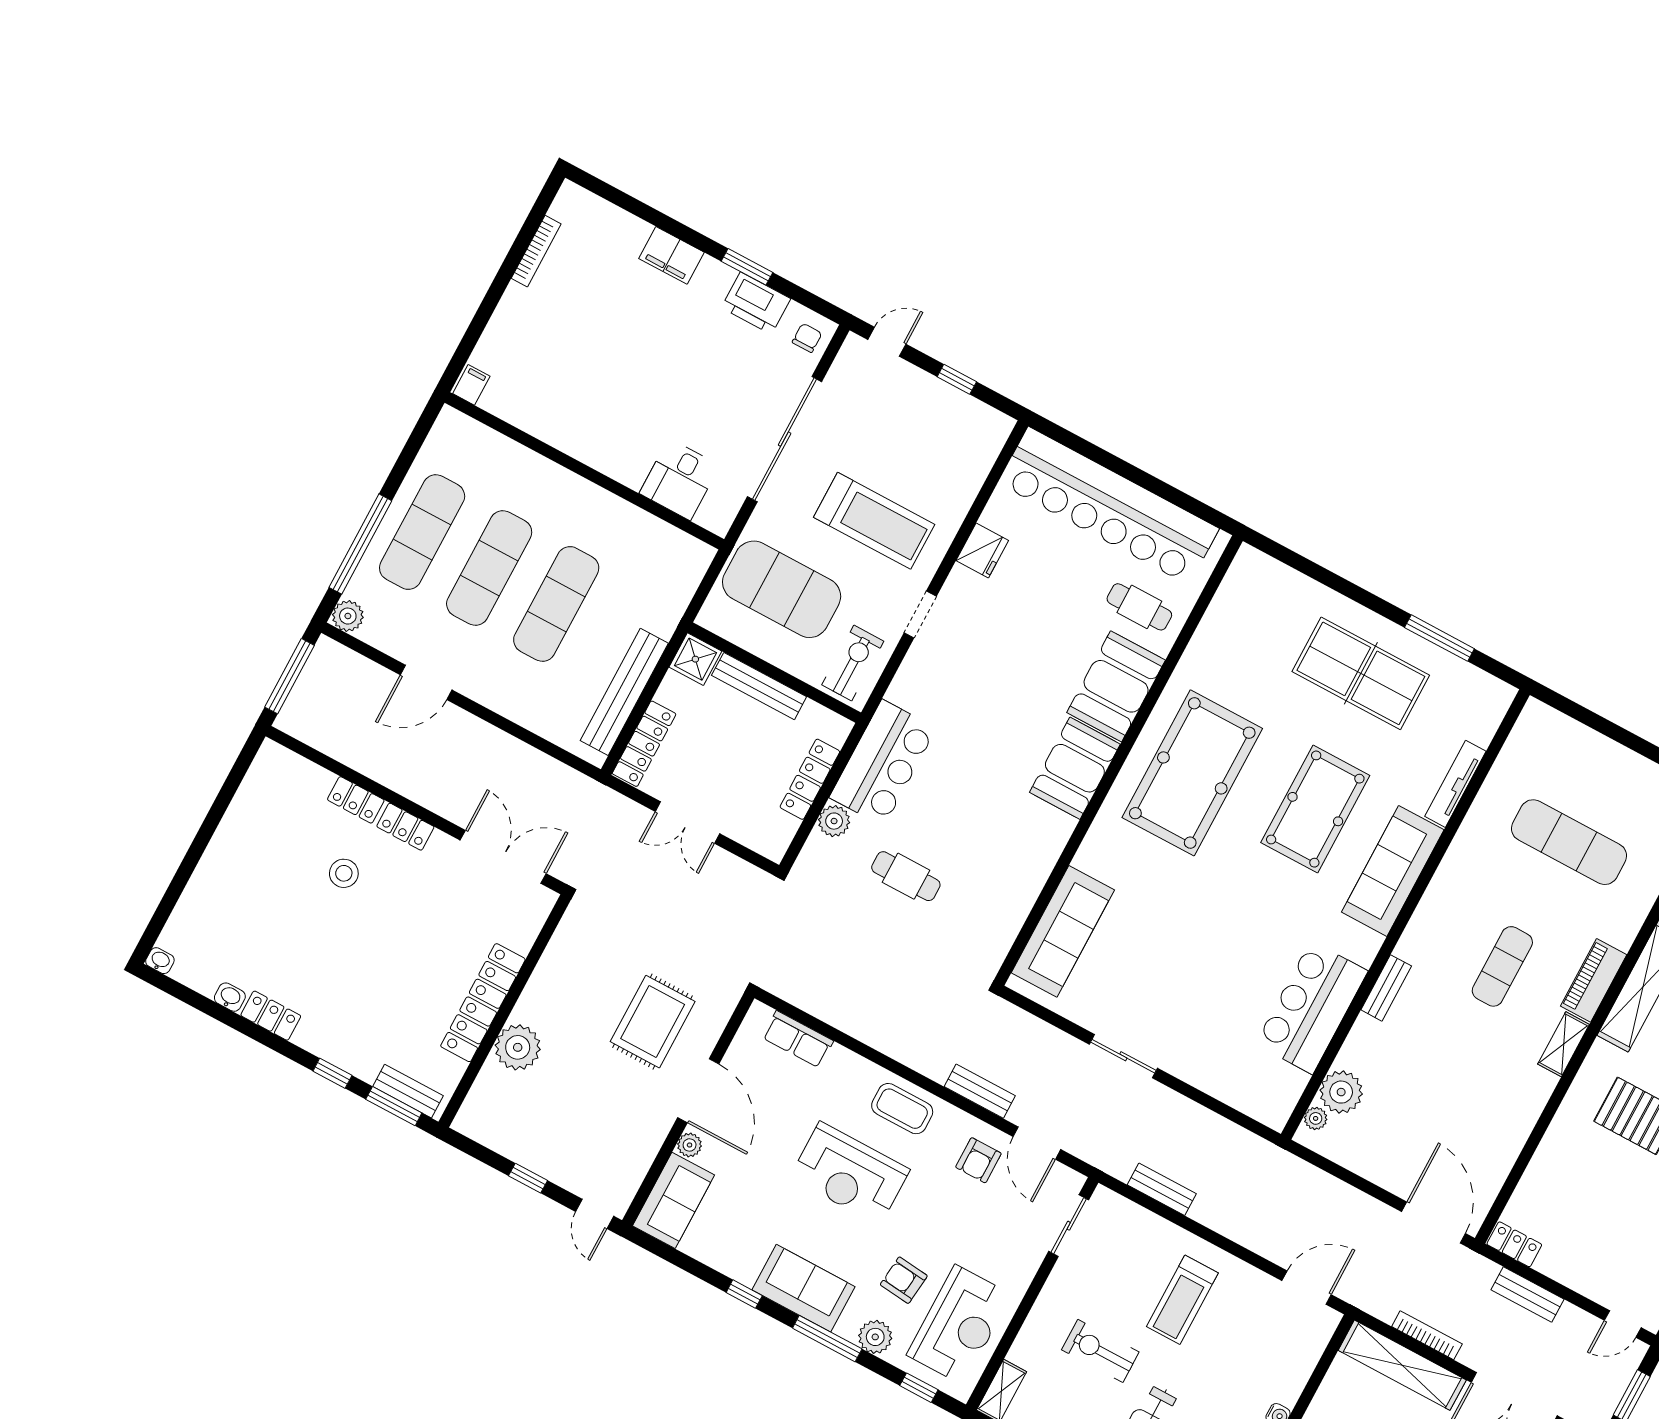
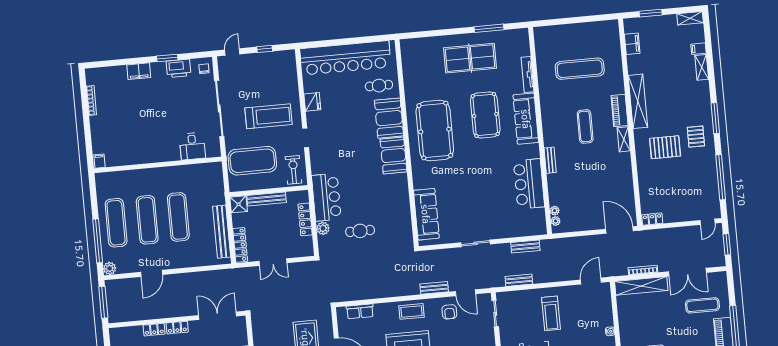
plant: (1341, 1092) -> (555, 211), width x0.53, depth x0.53
bench: (1527, 1295) -> (525, 247), moved

